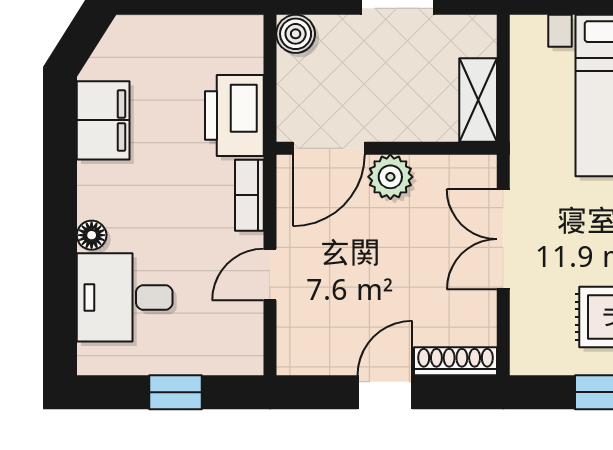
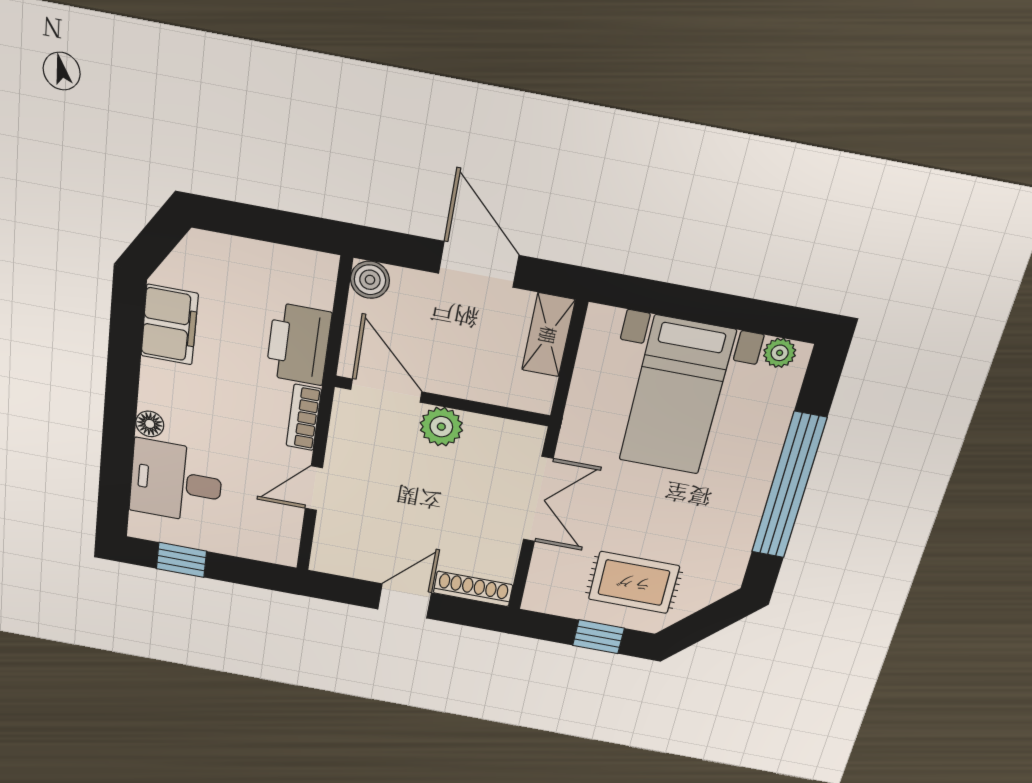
shelving: (478, 100) -> (548, 335), moved
door: (329, 148) -> (386, 391), swing flipped
double door: (503, 239) -> (538, 499), swing flipped
window: (175, 392) -> (181, 560), moved

